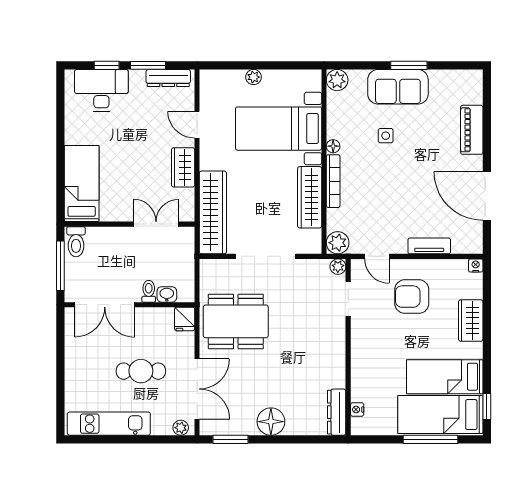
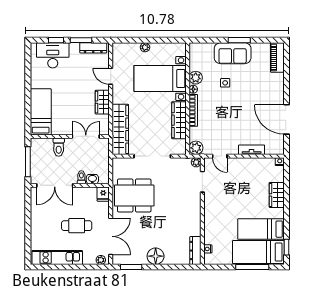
plant: (337, 80) -> (196, 78), moved
piano: (472, 130) -> (277, 58), moved
toilet: (76, 242) -> (59, 147), moved
armchair: (412, 297) -> (241, 180), removed

